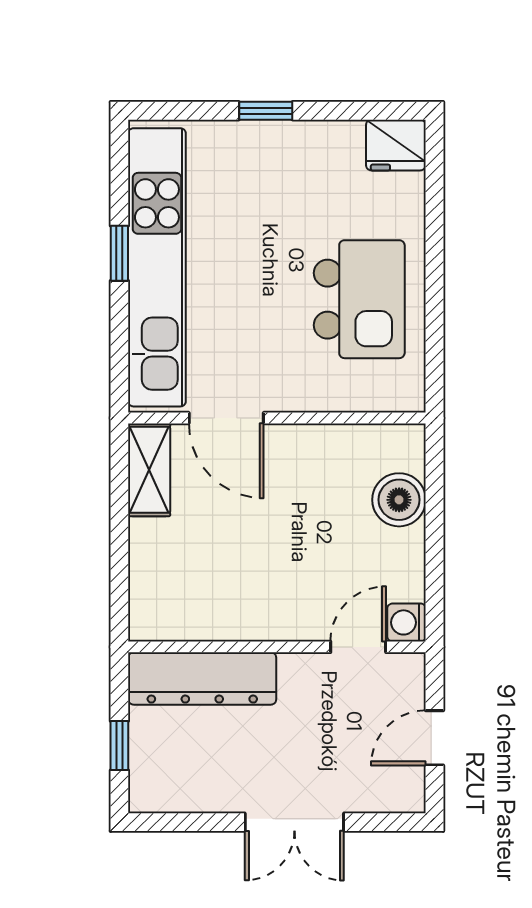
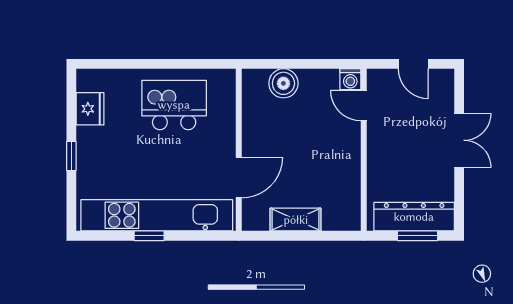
fridge: (396, 145) -> (90, 109), moved
shelving: (149, 470) -> (296, 220), moved
dresser: (202, 678) -> (414, 217), moved, turned -90
window: (119, 746) -> (417, 236), width x1.50

